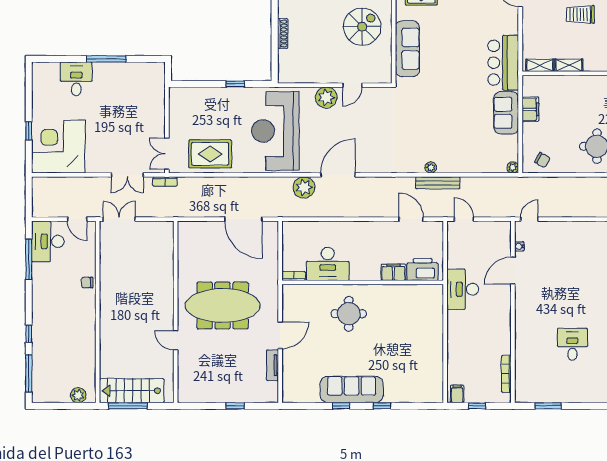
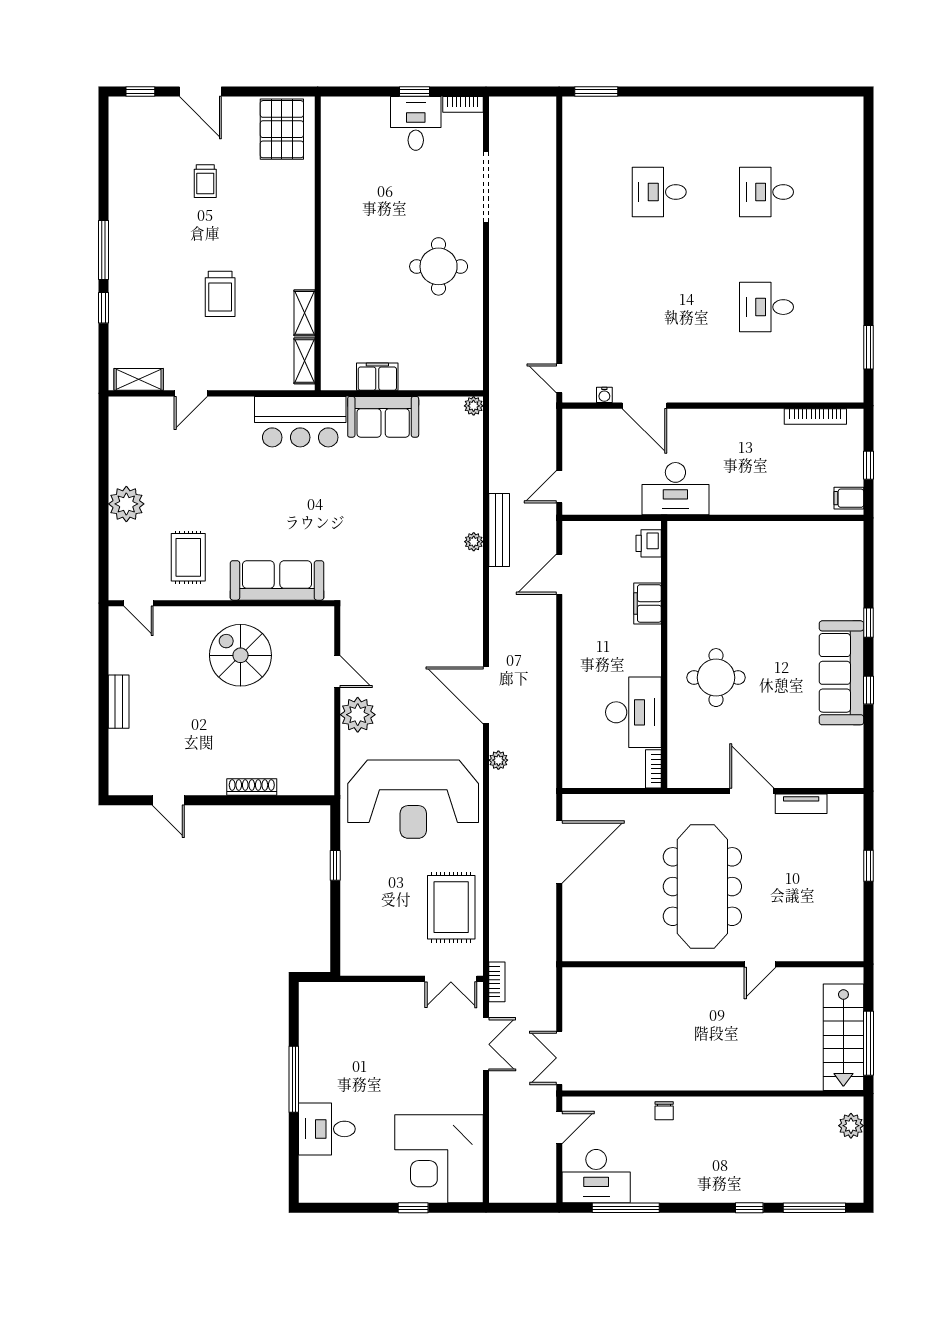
chair: (542, 160) -> (461, 357), removed
plant: (304, 187) -> (498, 760), width x0.53, depth x0.53
printer: (423, 270) -> (649, 543), width x0.53, depth x0.68

